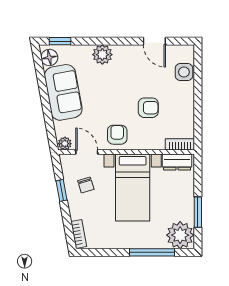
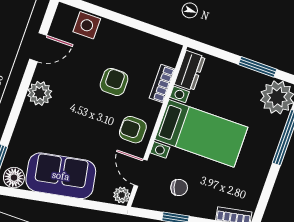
plant: (102, 55) -> (40, 93), moved
bookcase: (180, 144) -> (162, 84), moved
door: (87, 152) -> (141, 173), hinge flipped

